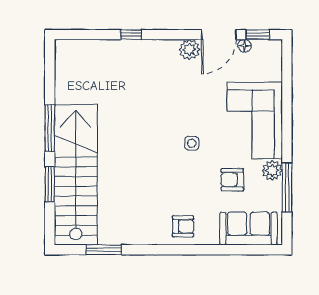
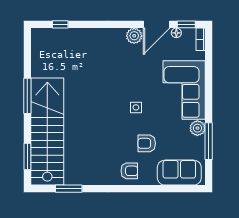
window: (131, 35) -> (60, 24), moved
bookcase: (276, 54) -> (201, 39), added
armchair: (232, 180) -> (147, 143), moved
window: (50, 184) -> (27, 156), moved

